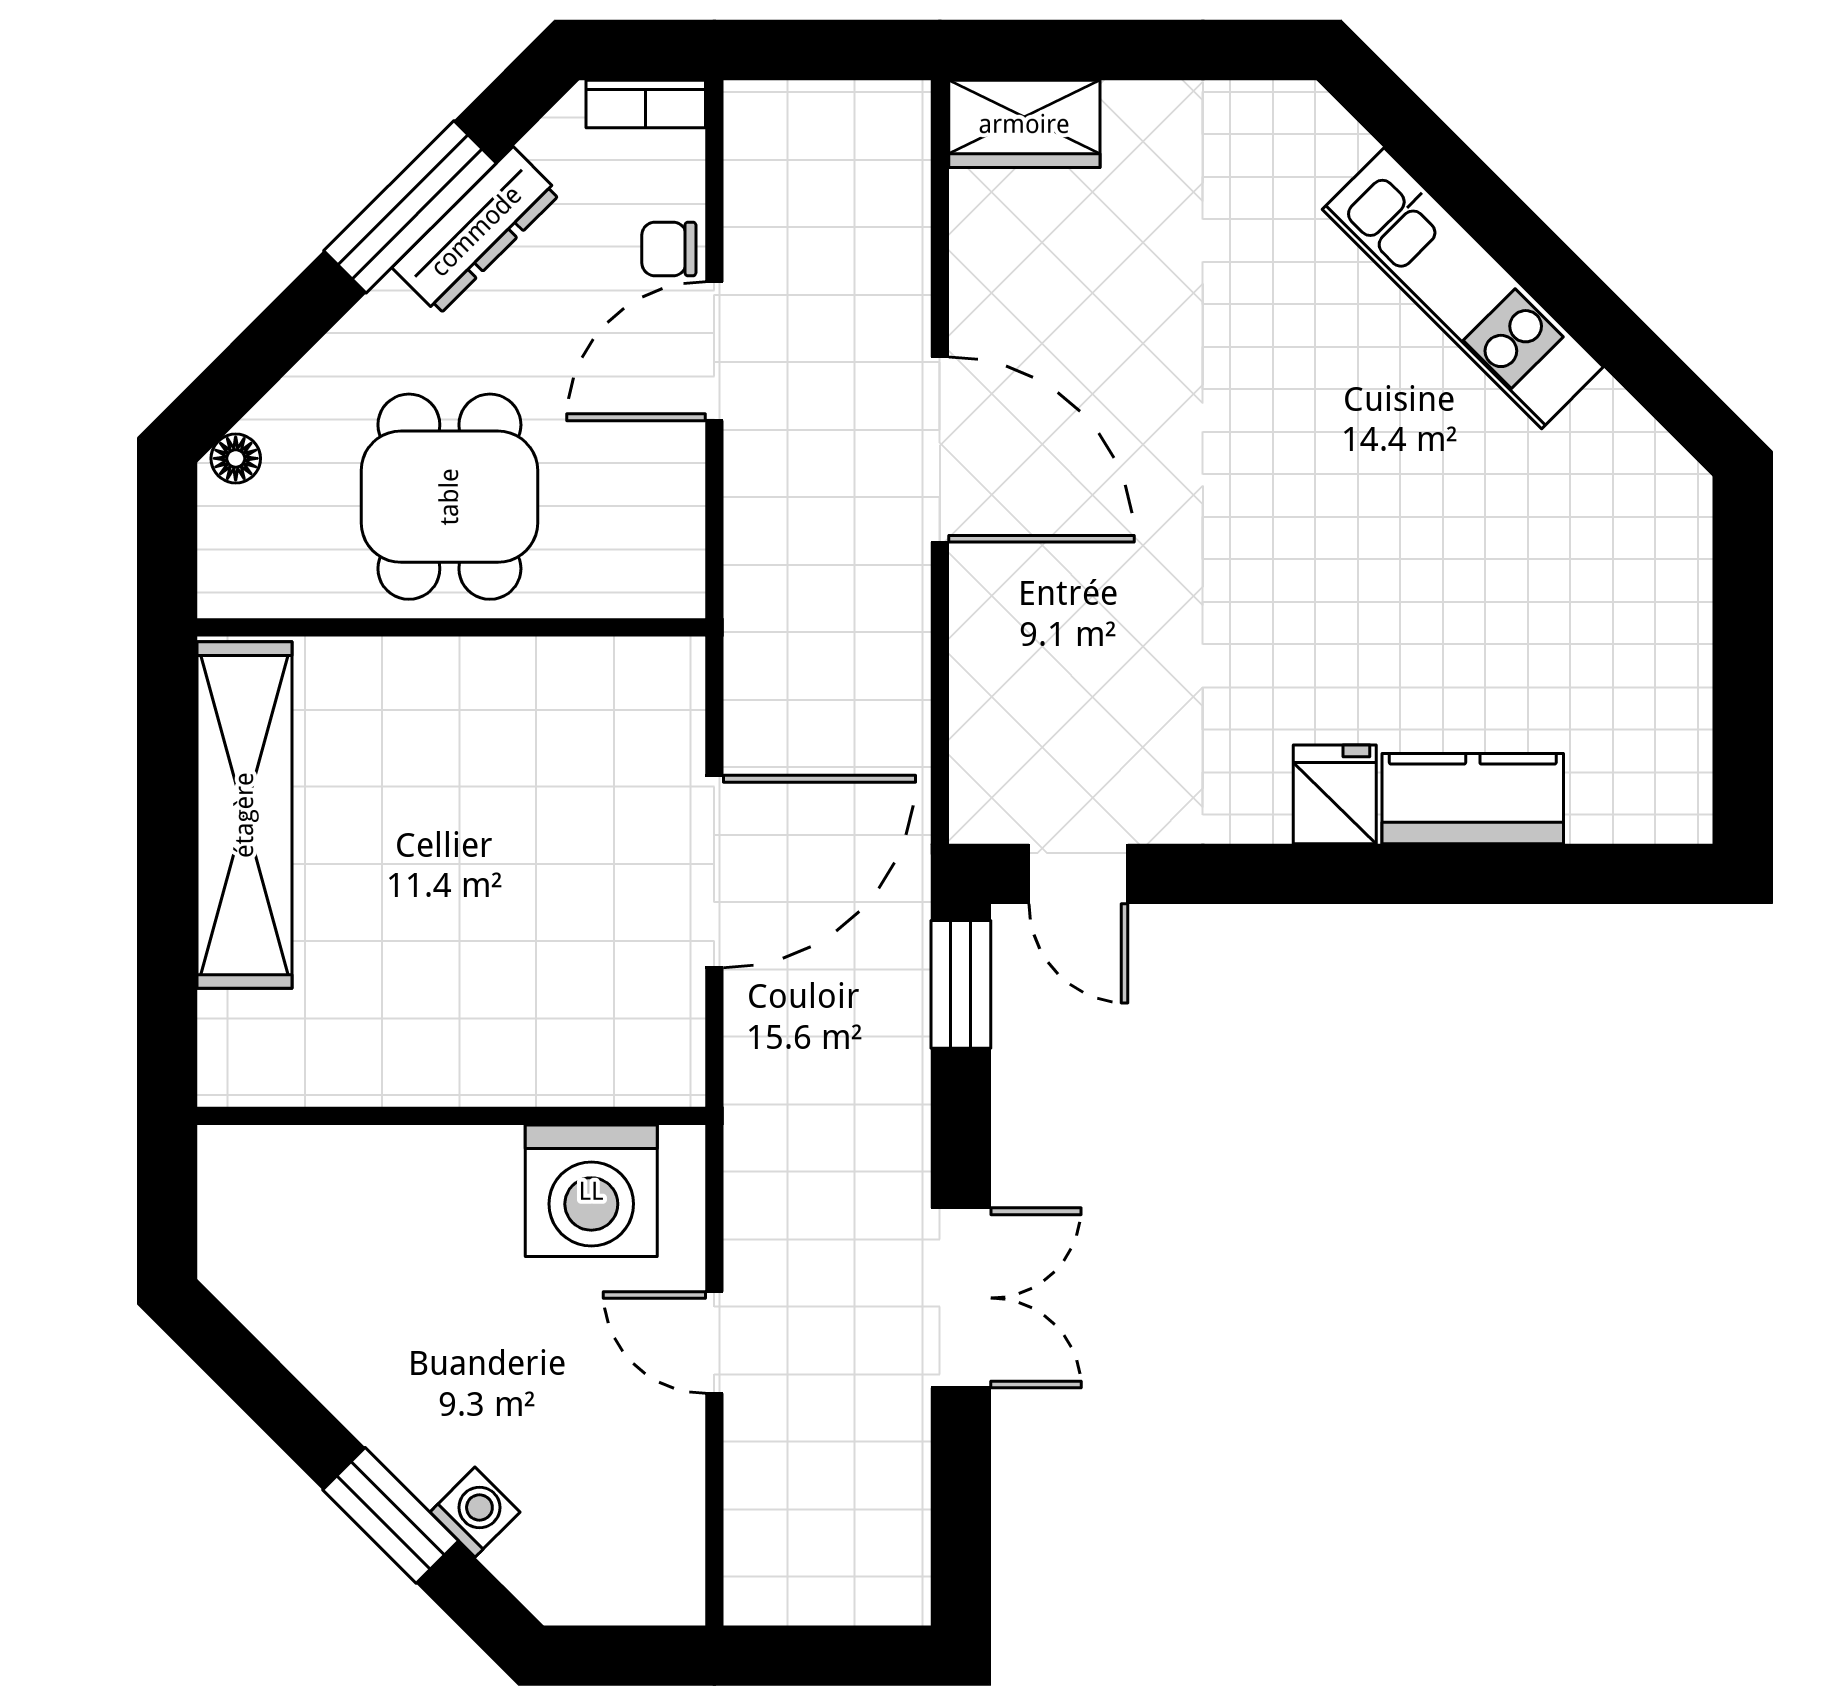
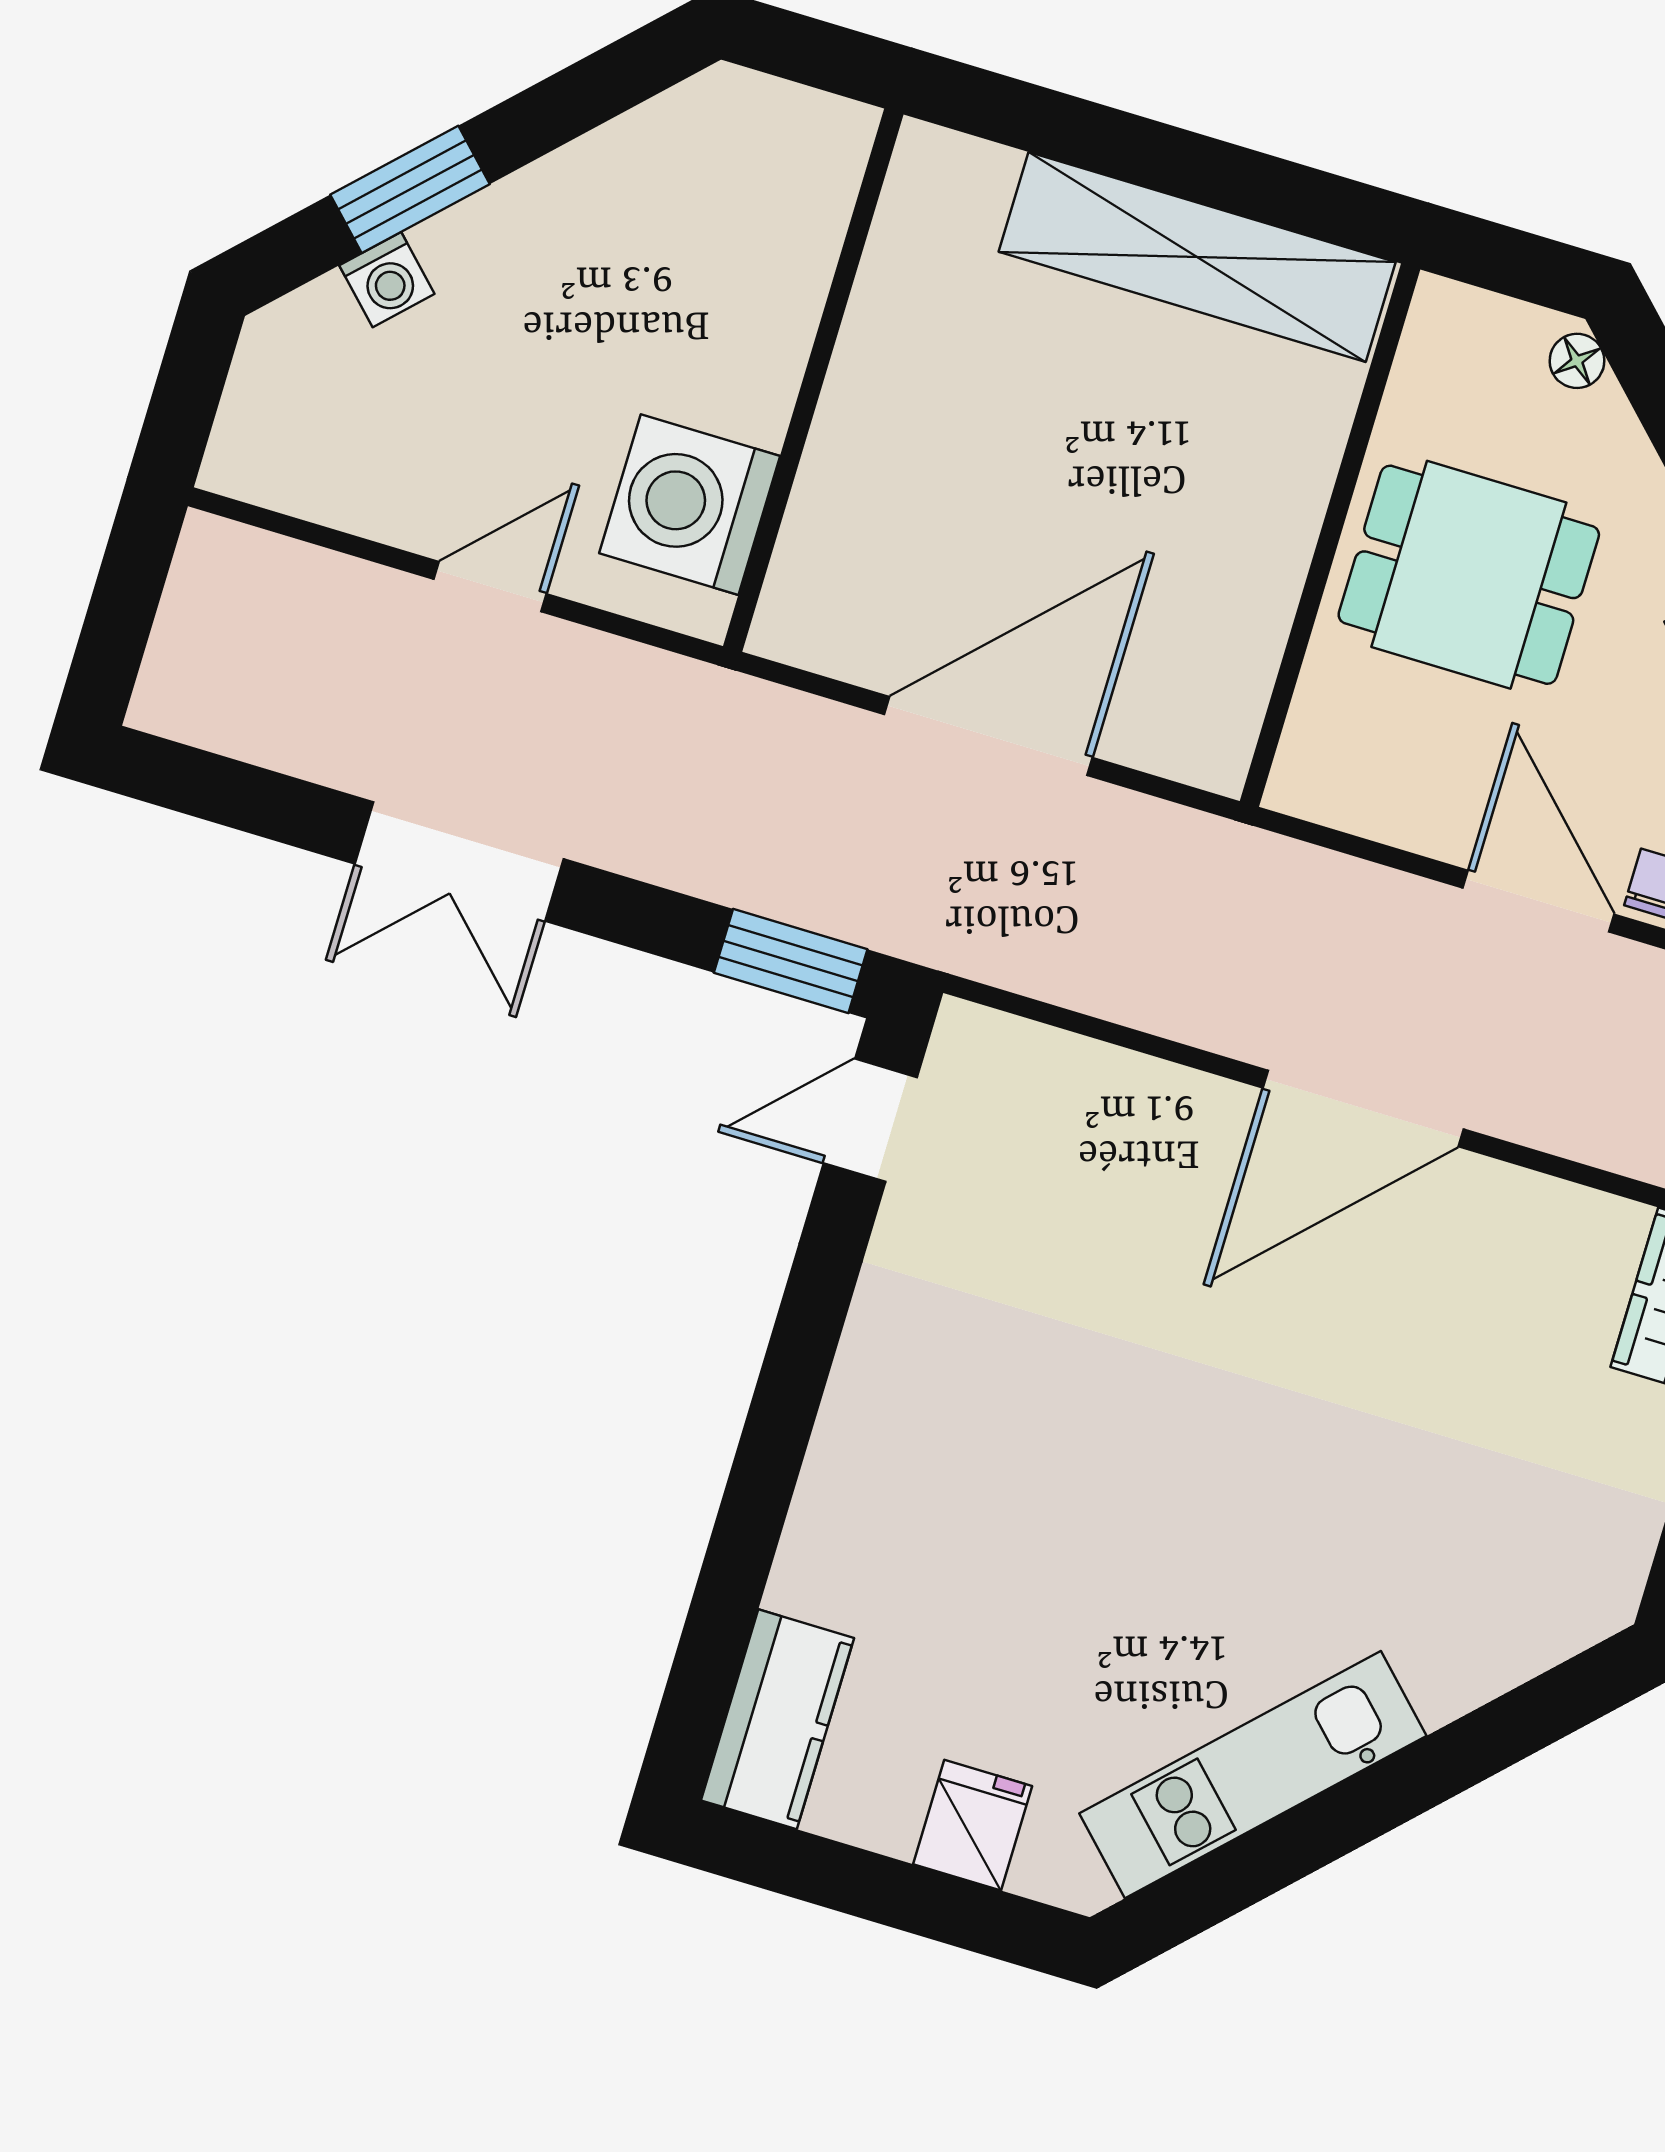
kitchen unit: (1463, 288) -> (1253, 1775), moved
fridge: (1335, 794) -> (973, 1825), moved, turned -90
kitchen counter: (1473, 799) -> (777, 1719), moved
door: (714, 871) -> (988, 736), swing flipped

